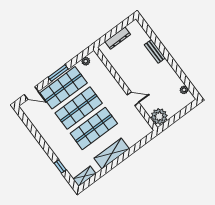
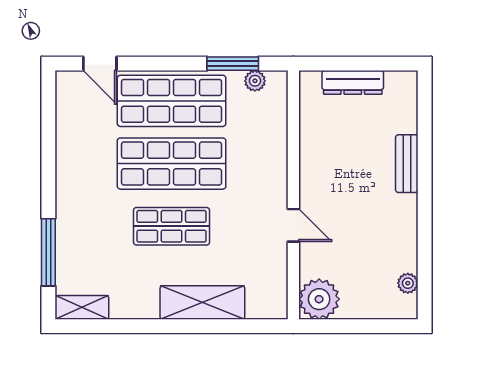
window: (58, 73) -> (233, 64), moved
shop shelf: (94, 128) -> (172, 226), width x0.70, depth x0.74
shelving: (112, 154) -> (202, 303), moved
window: (60, 167) -> (48, 252), width x2.17

